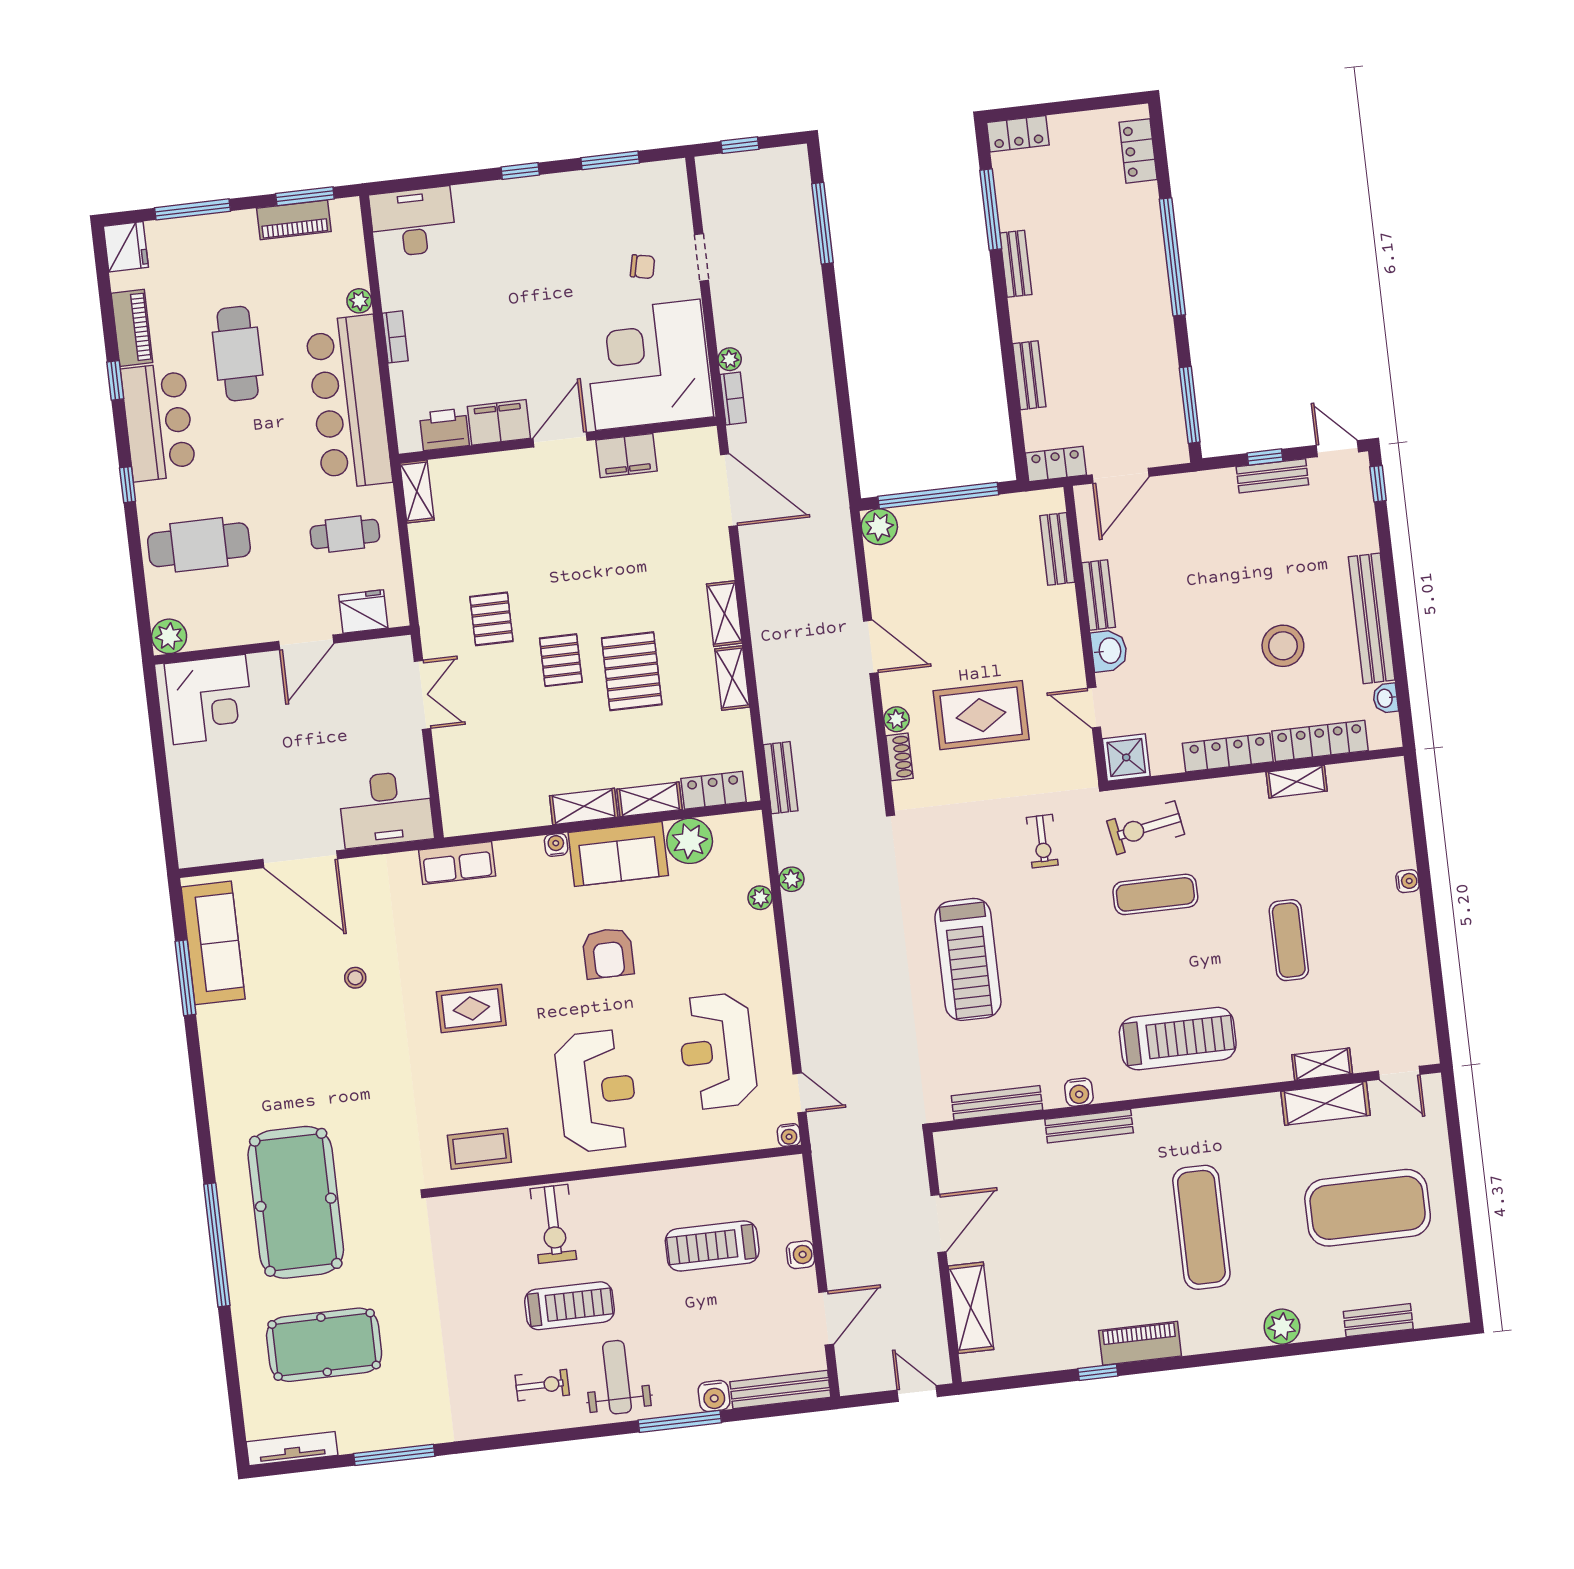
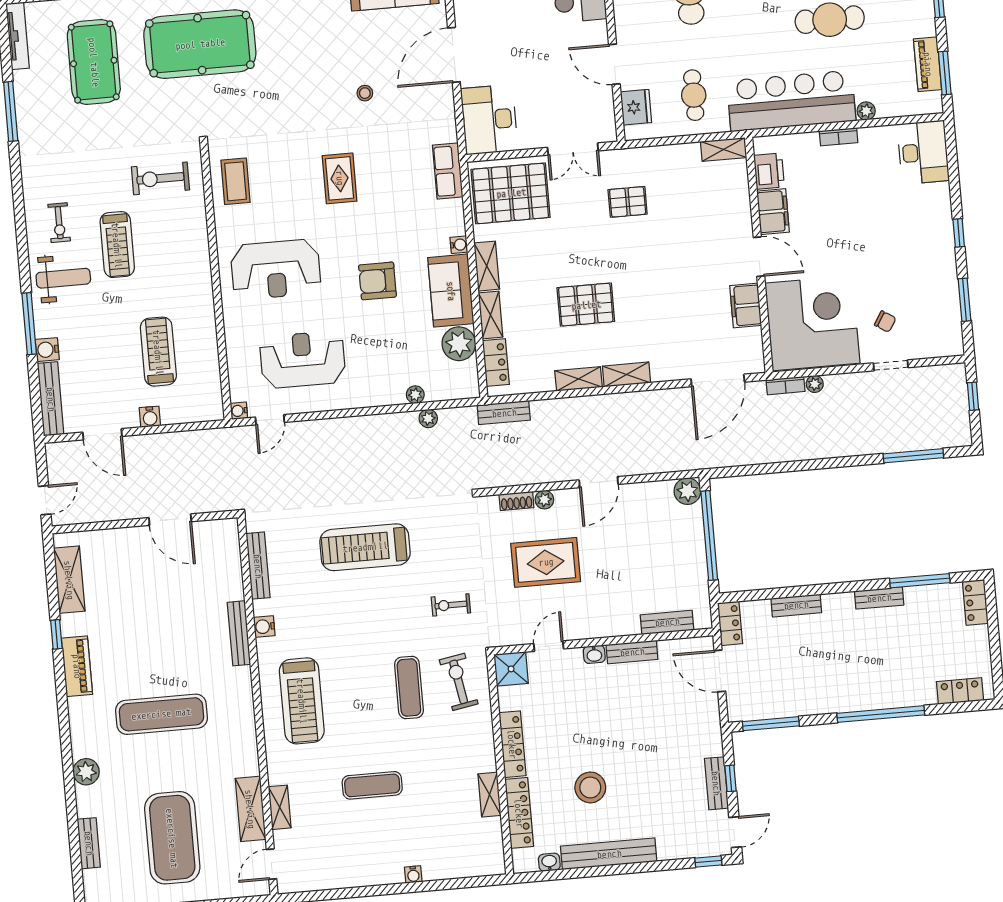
chair: (643, 267) -> (885, 322), turned -70
washbasin: (1109, 651) -> (594, 654), width x0.72, depth x0.69
pallet: (561, 660) -> (511, 193), moved, width x2.05, depth x2.00
rug: (981, 715) -> (546, 562), turned 90
exercise bike: (553, 1224) -> (160, 178), moved
shelving: (971, 1308) -> (69, 580), moved, turned 90

